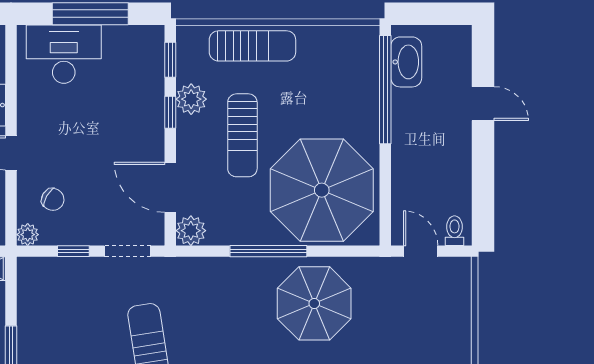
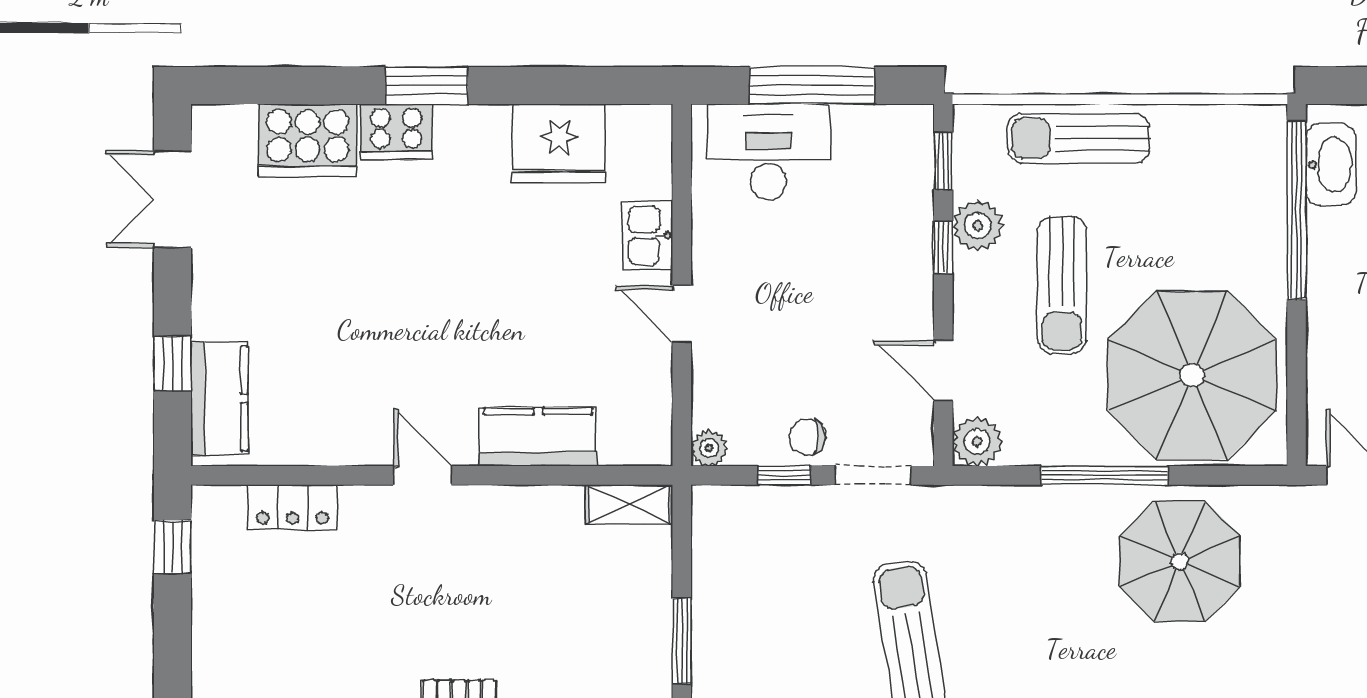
sun lounger: (252, 46) -> (1078, 138), turned 180
door: (170, 187) -> (943, 371), width x0.73
chair: (53, 199) -> (807, 437), moved, turned 150

